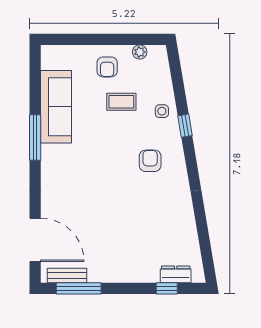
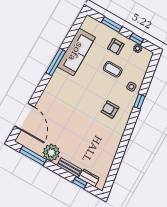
window: (84, 39) -> (112, 25), added
window: (130, 39) -> (136, 39), added
armchair: (150, 161) -> (110, 110), turned -90
plant: (102, 269) -> (51, 153), added
bench: (67, 276) -> (69, 167), moved

